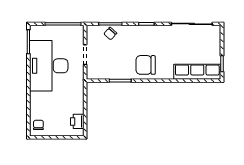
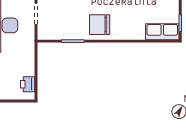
row of seats: (197, 72) -> (162, 32), width x0.68

